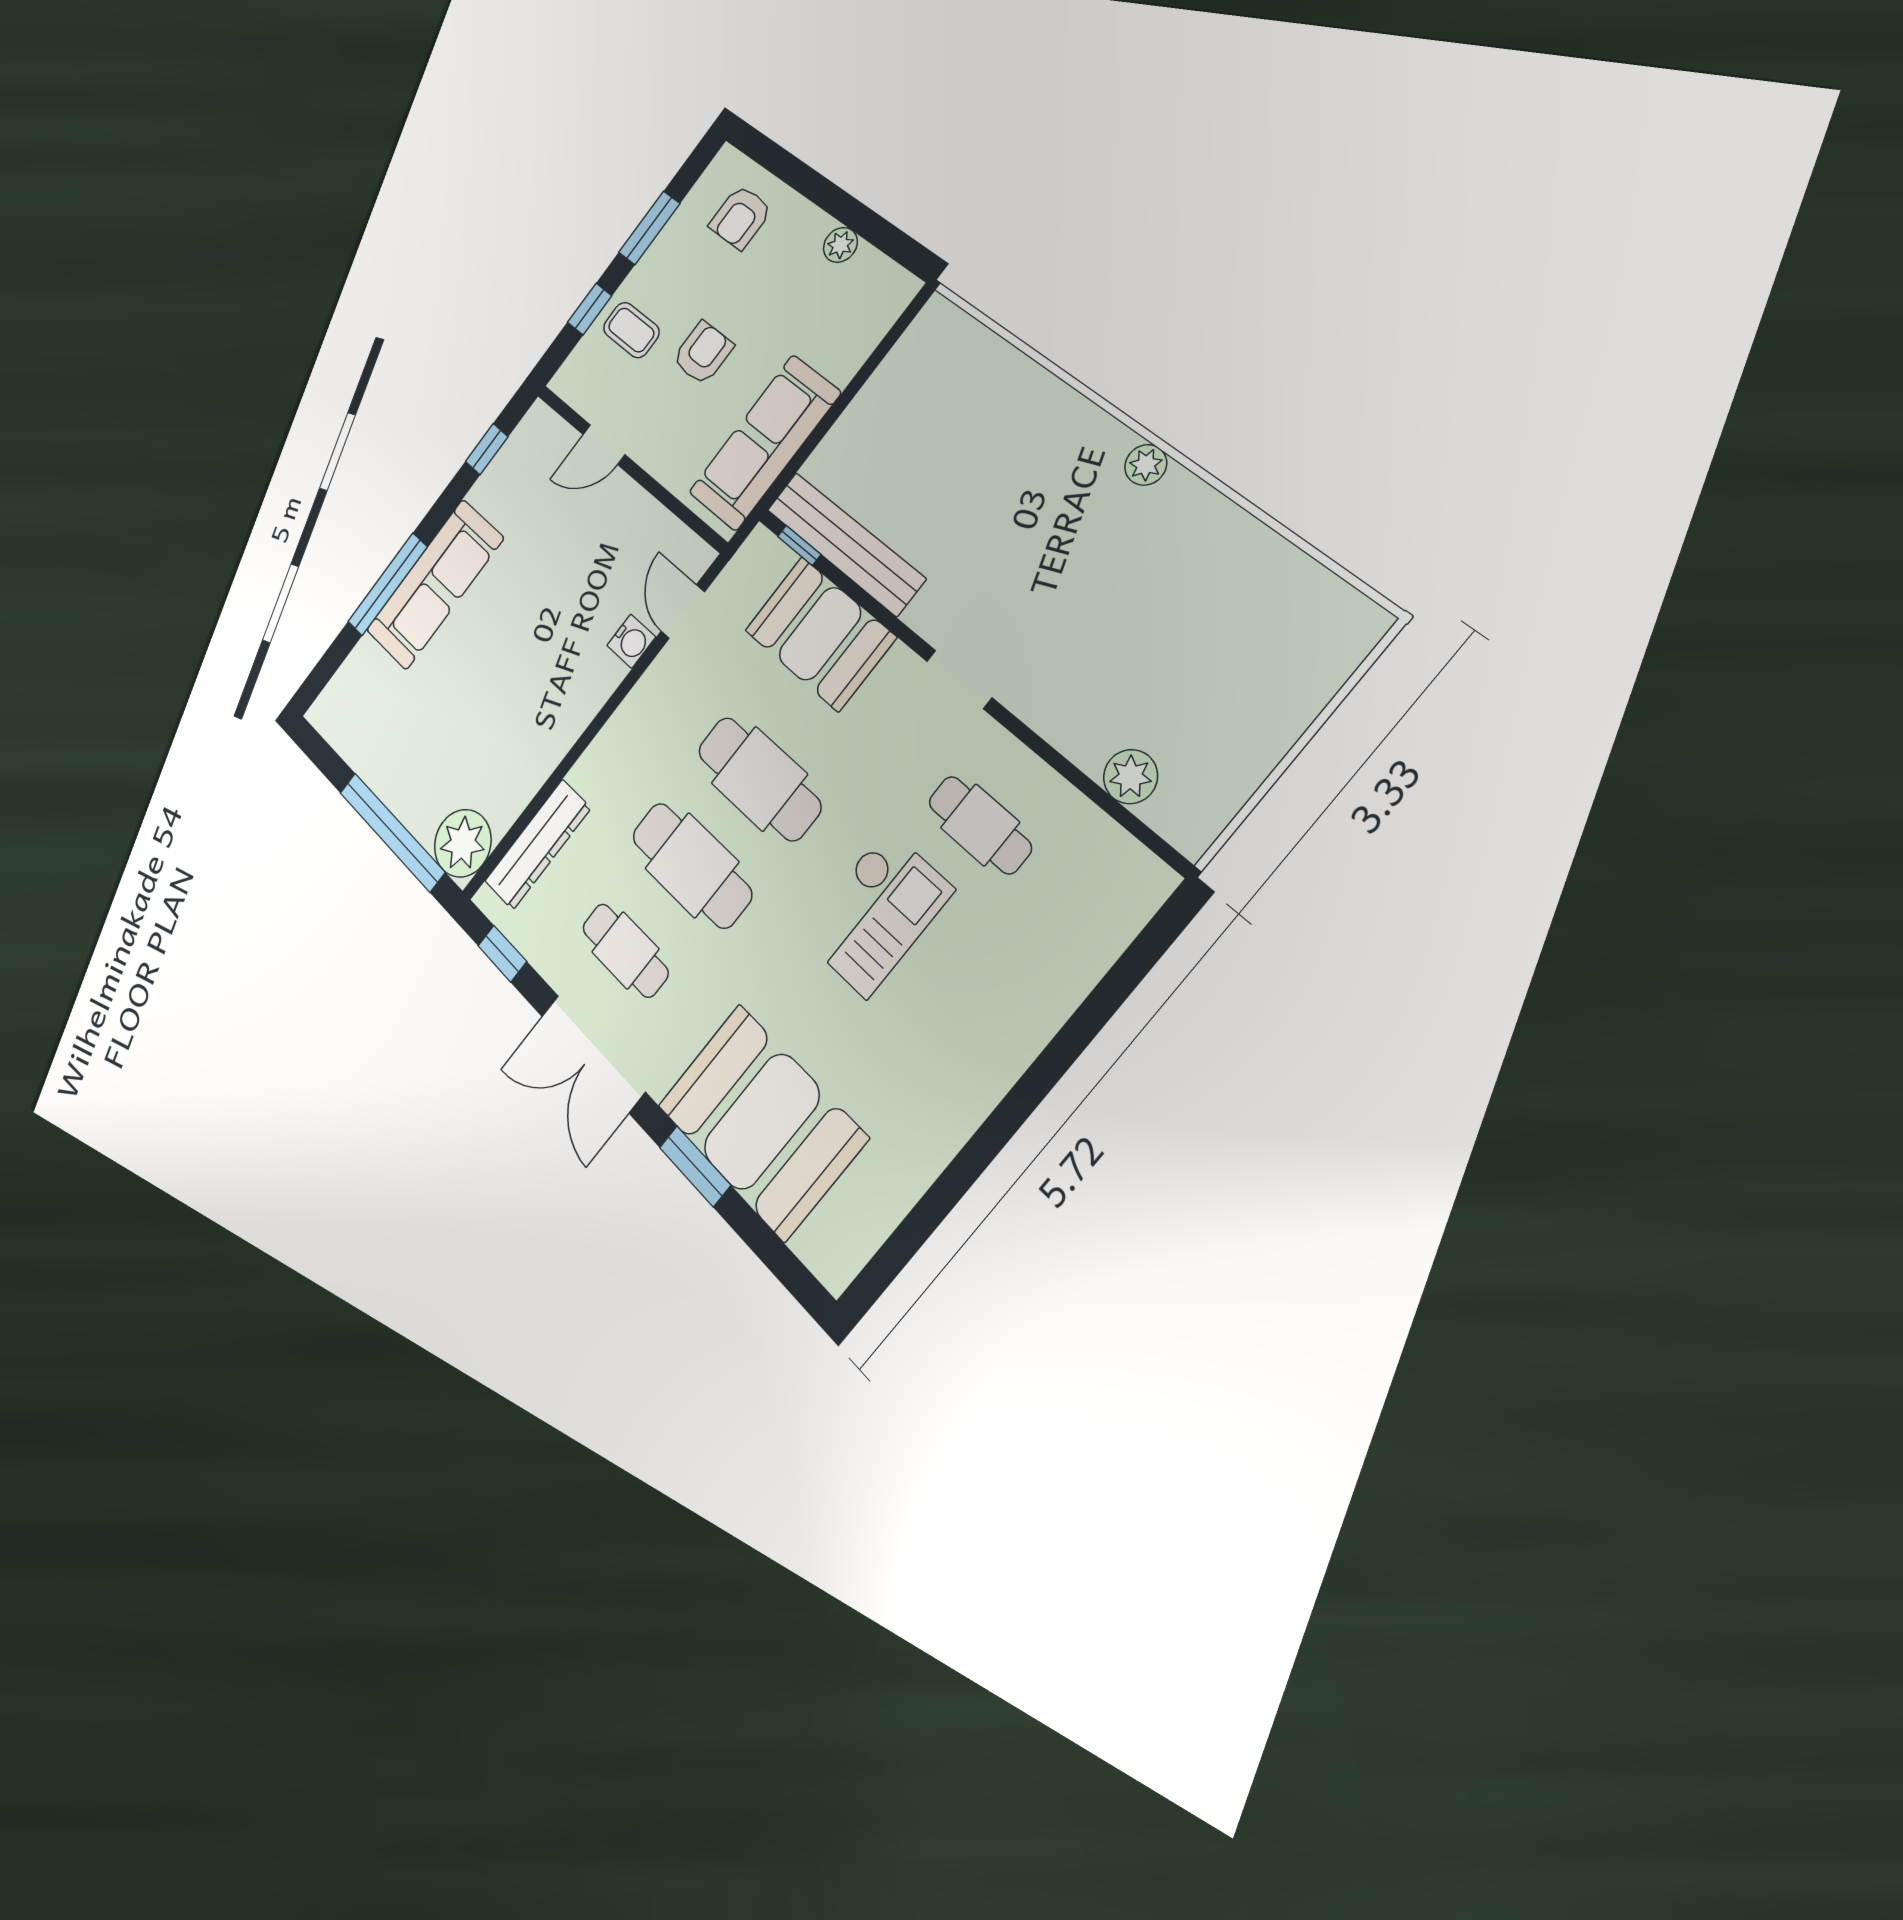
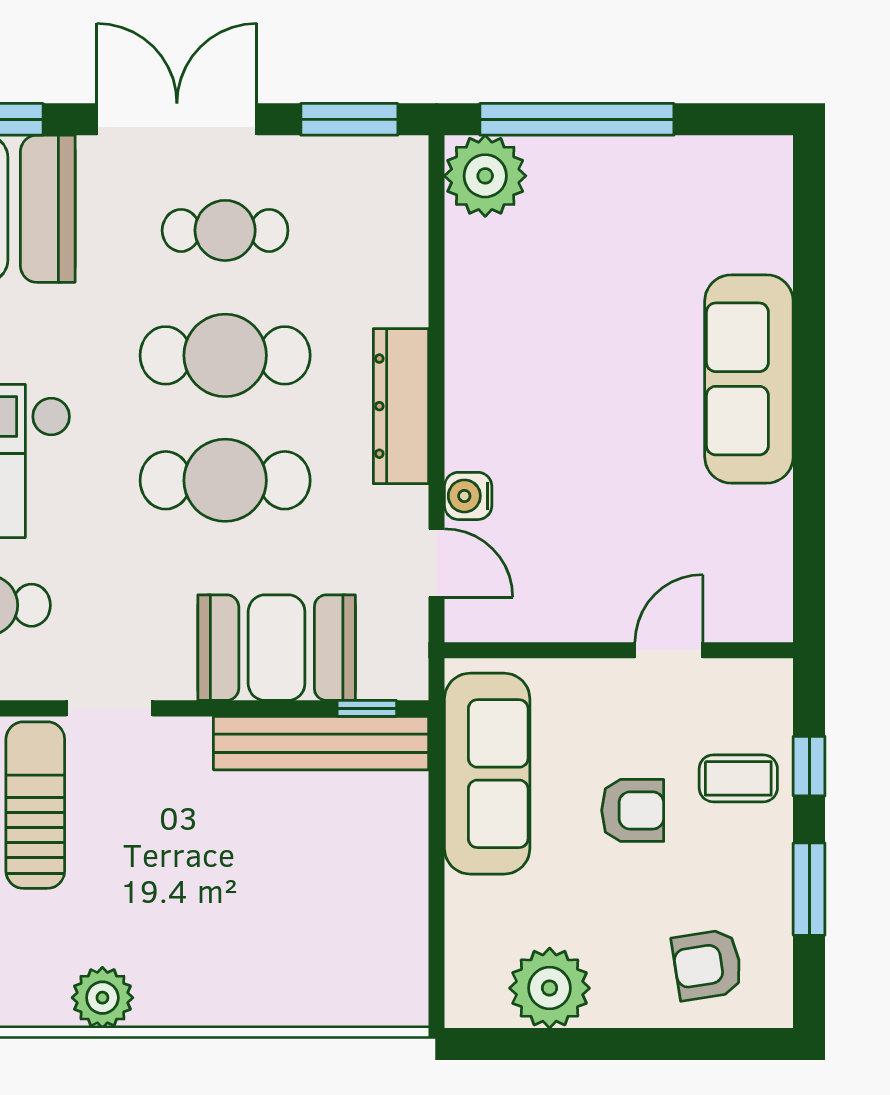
armchair: (740, 217) -> (707, 965), turned -99
plant: (840, 245) -> (550, 988), width x1.88, depth x1.88
armchair: (703, 353) -> (633, 810), turned -90
window: (487, 449) -> (809, 550), removed
plant: (1146, 465) -> (102, 998), width x1.38, depth x1.38
window: (387, 584) -> (809, 336), removed
sun lounger: (1066, 648) -> (35, 805), added
dresser: (538, 845) -> (401, 406), moved
window: (502, 954) -> (349, 119), width x1.50

